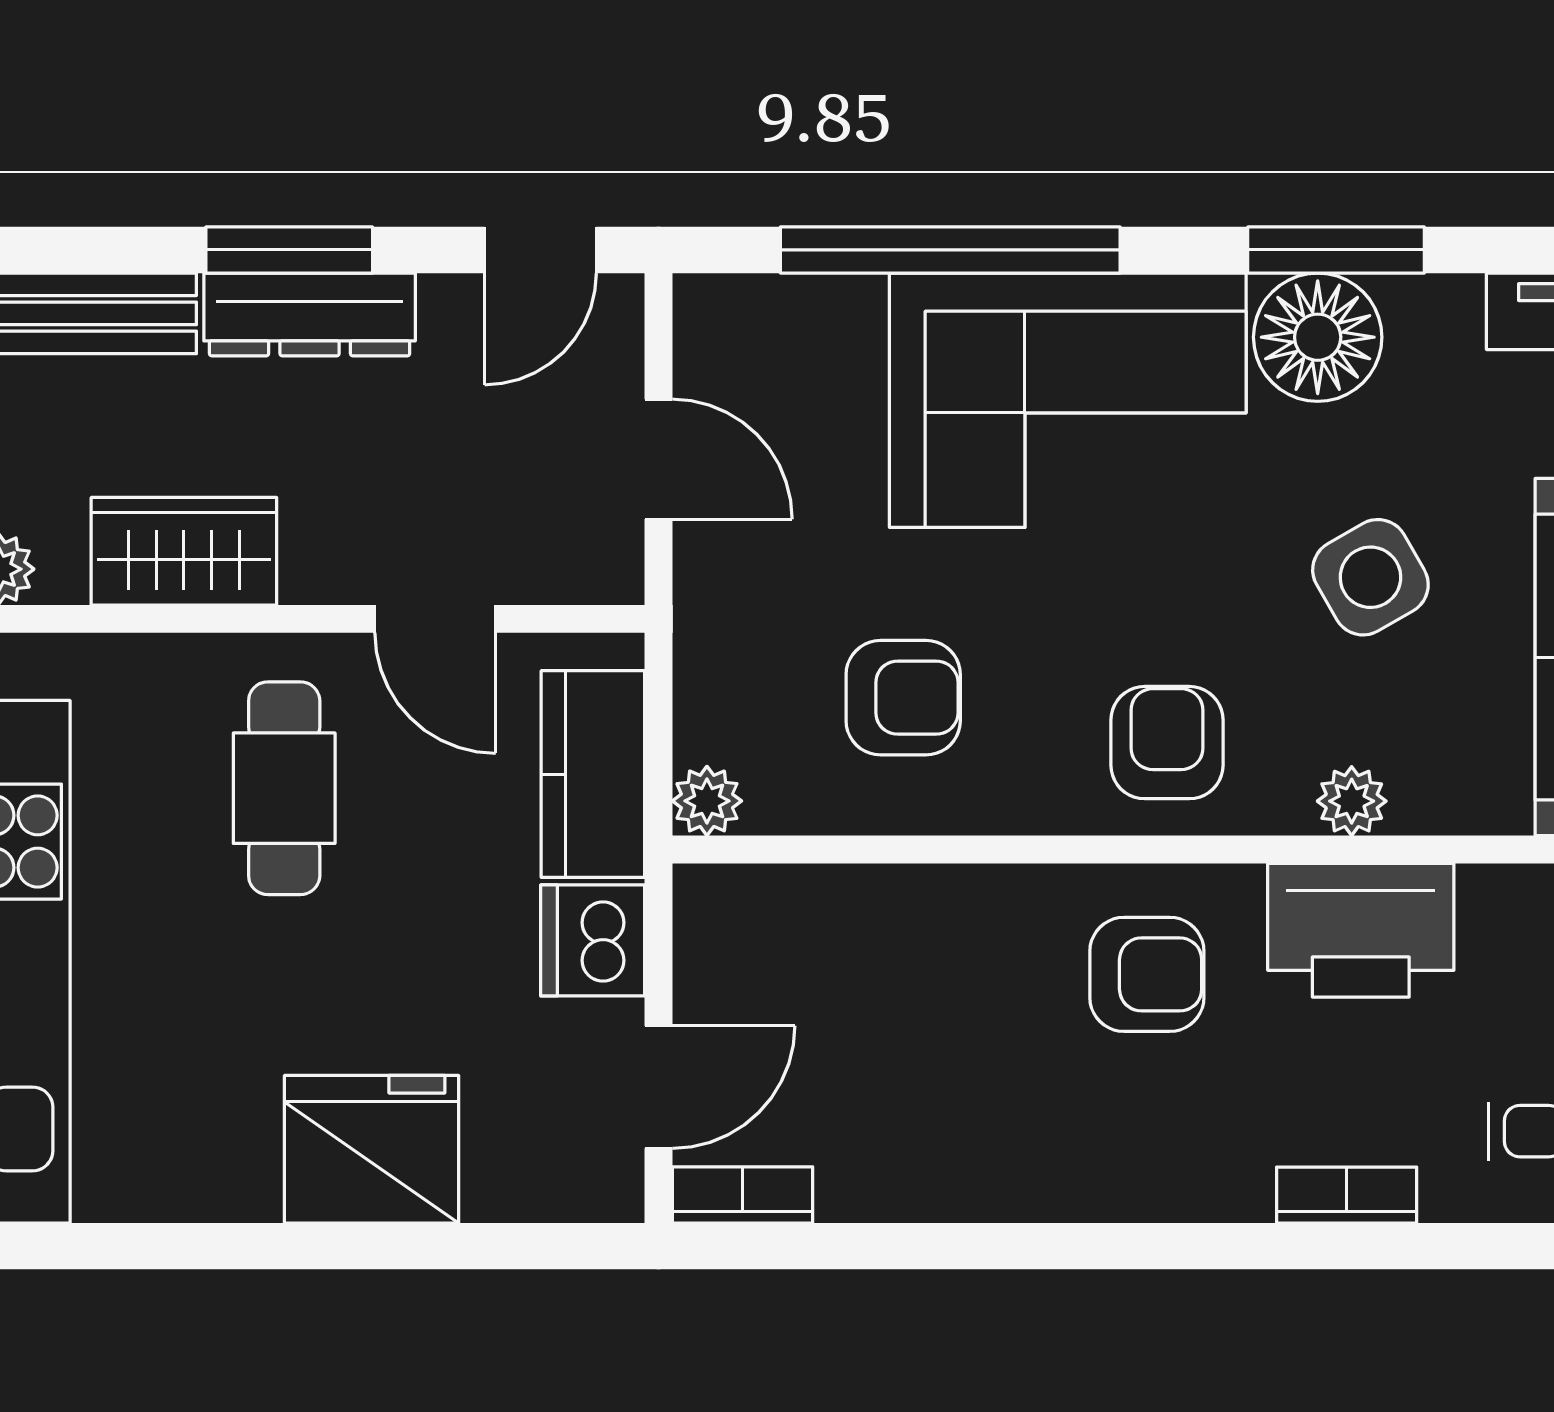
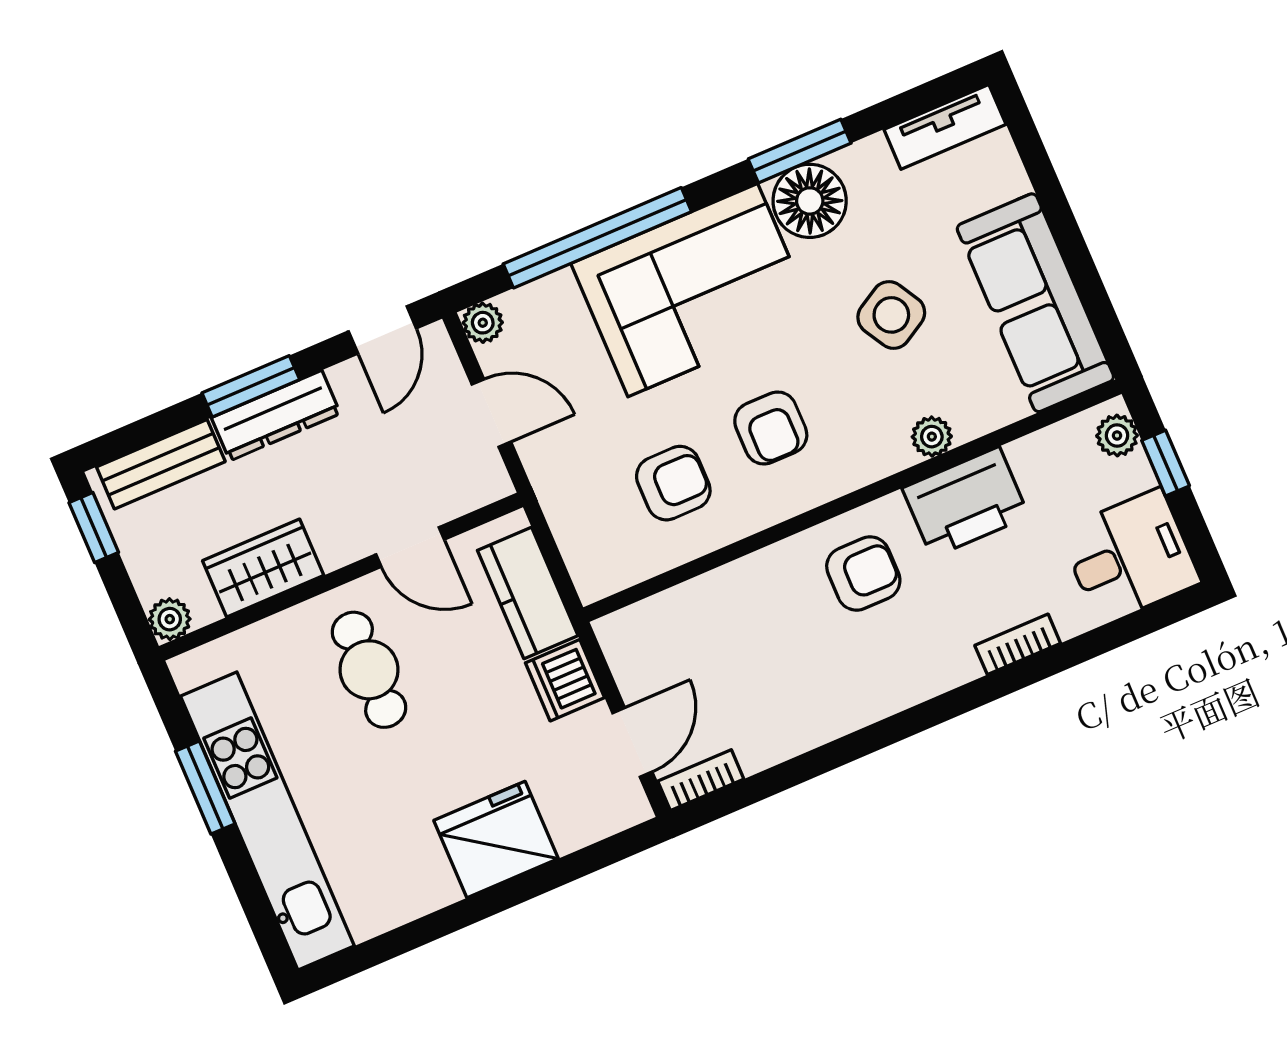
armchair: (1167, 743) -> (771, 428), moved, turned 180
plant: (707, 801) -> (483, 323), moved

